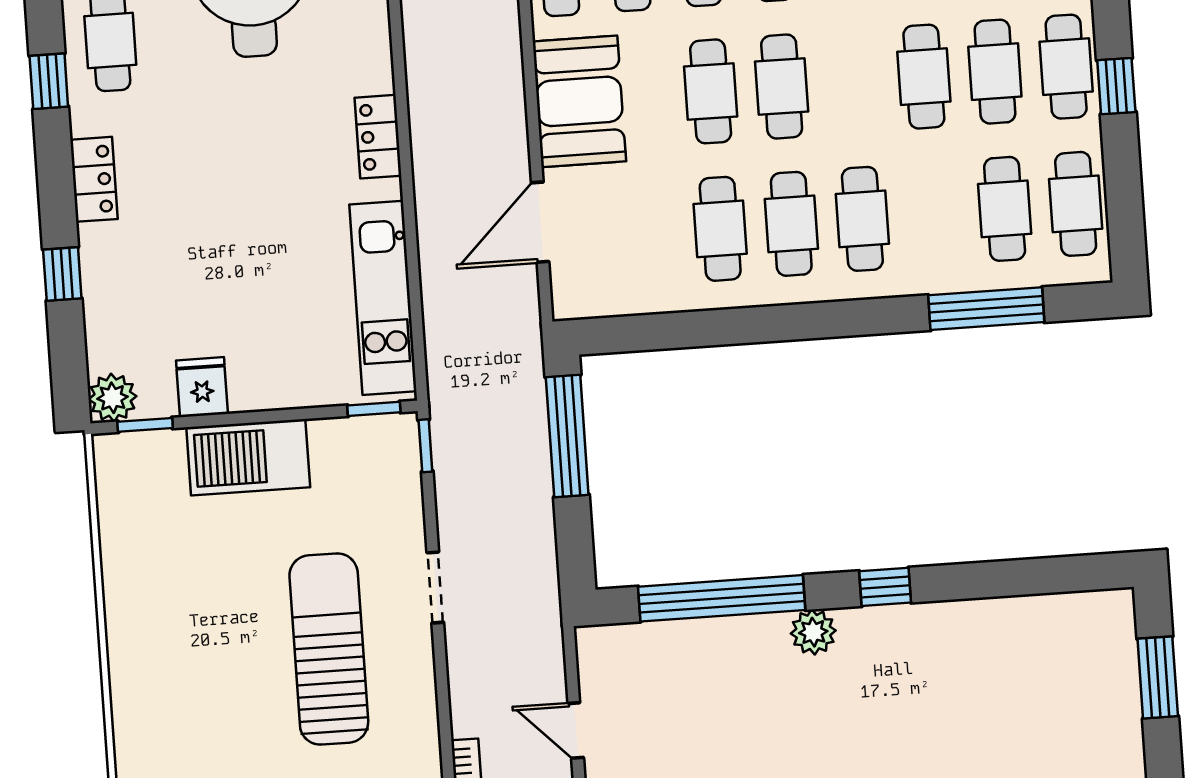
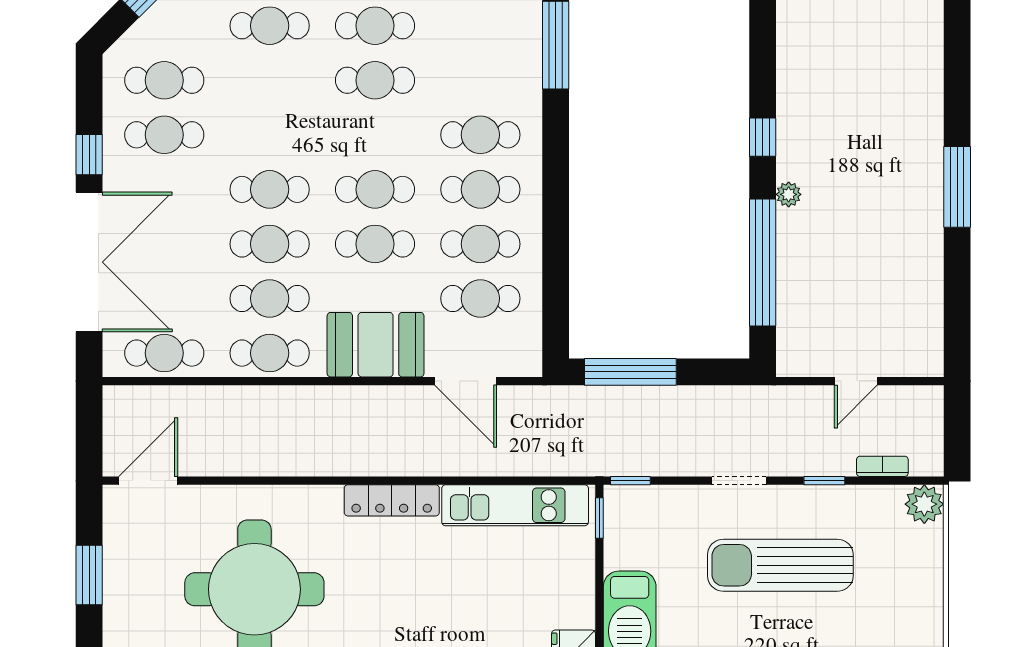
locker: (378, 137) -> (392, 500), width x1.53
cafe table: (1005, 209) -> (480, 298), moved
plant: (813, 632) -> (789, 194), width x0.73, depth x0.73
window: (443, 699) -> (824, 481), added

